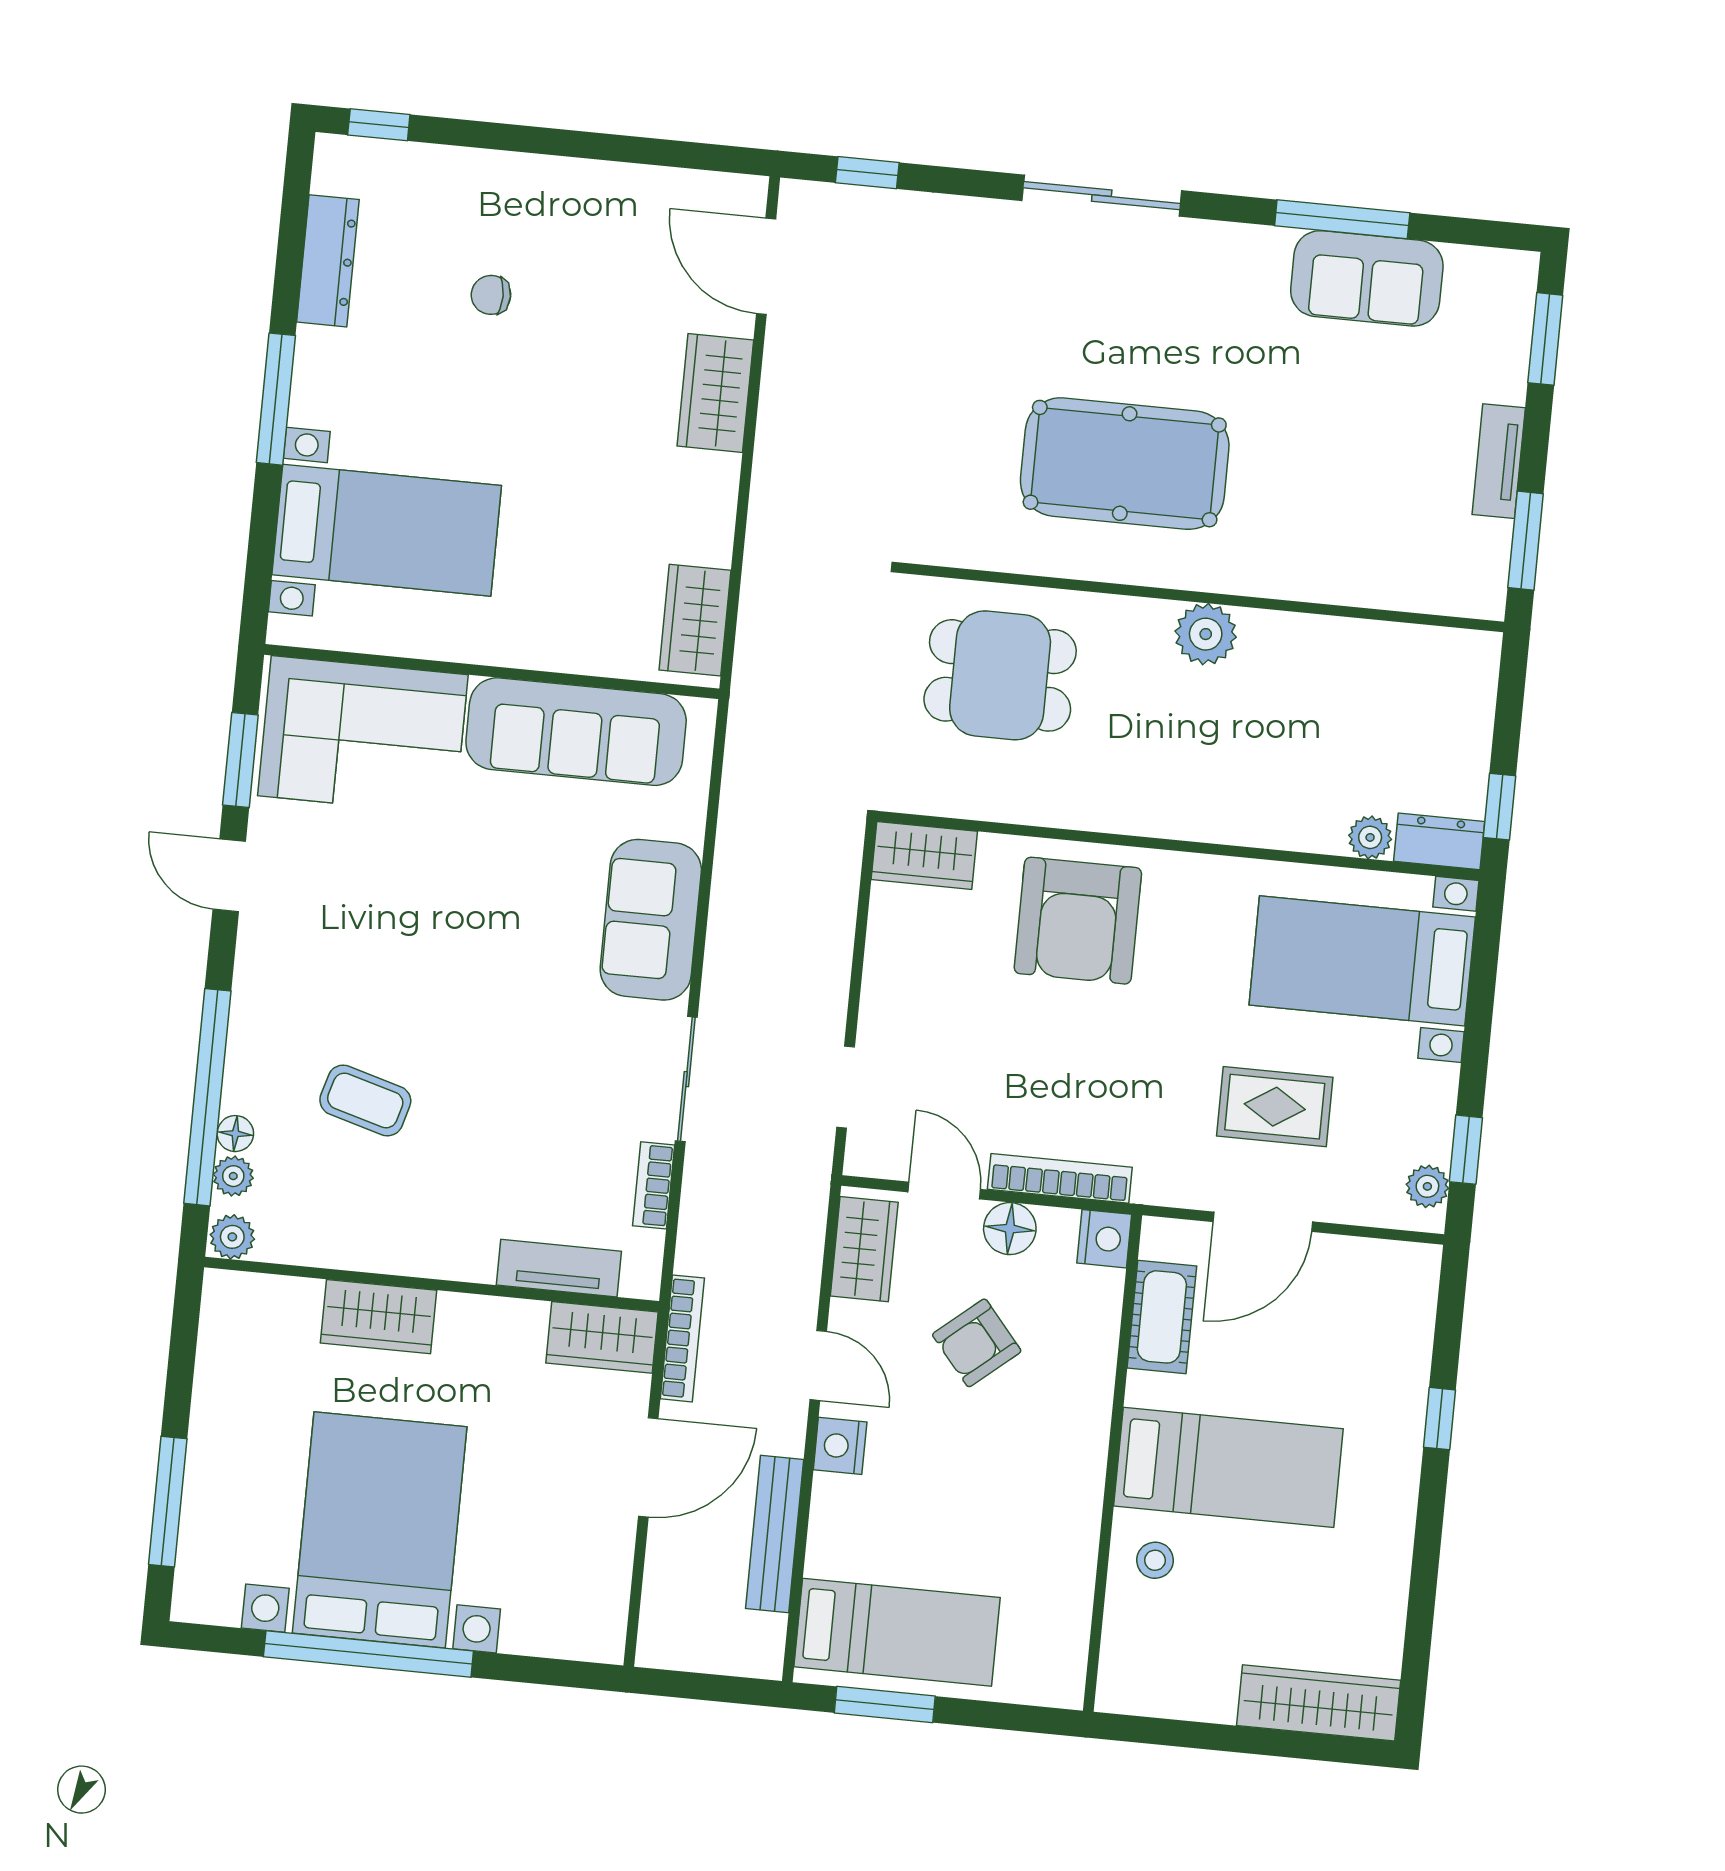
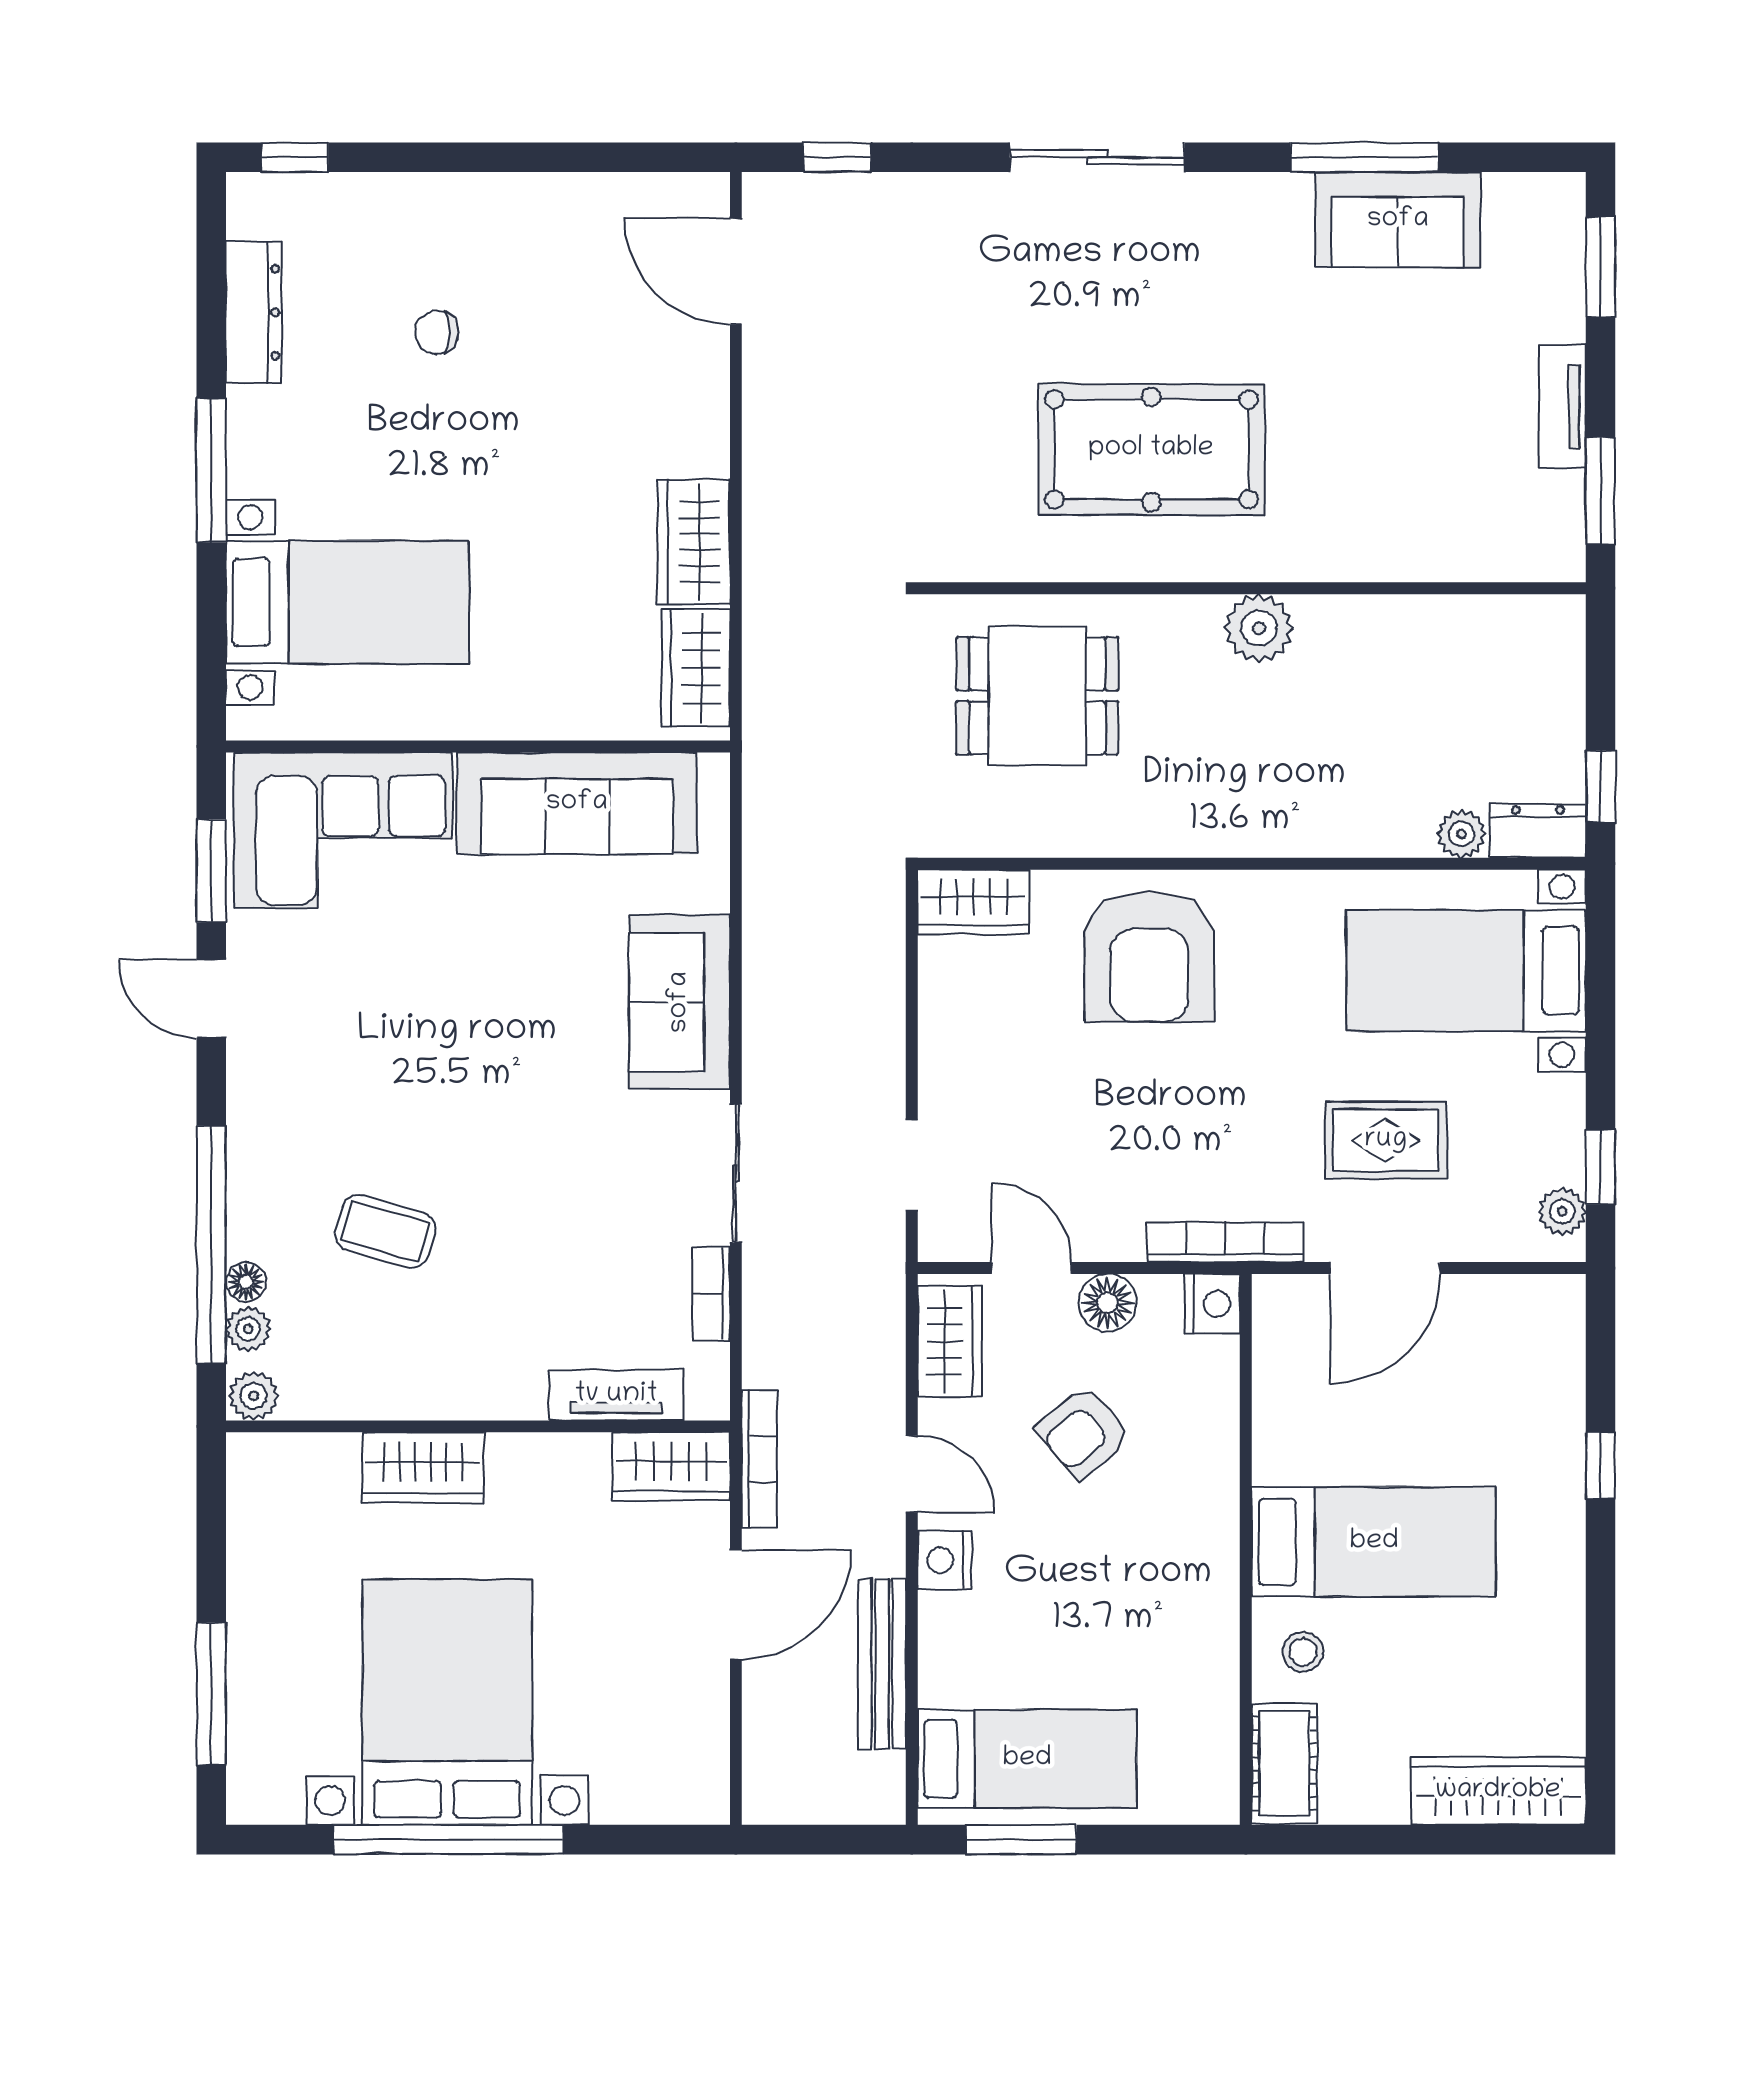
wardrobe: (715, 393) -> (694, 542), moved
bookcase: (1060, 1178) -> (1225, 1242), moved
cot: (1162, 1317) -> (1284, 1764), moved

